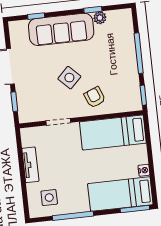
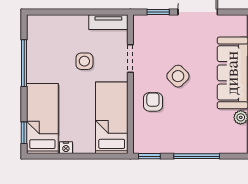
armchair: (95, 97) -> (153, 102), turned -68
tv unit: (30, 165) -> (108, 22), moved
side table: (49, 198) -> (84, 61), moved
window: (135, 209) -> (24, 133), width x0.67

